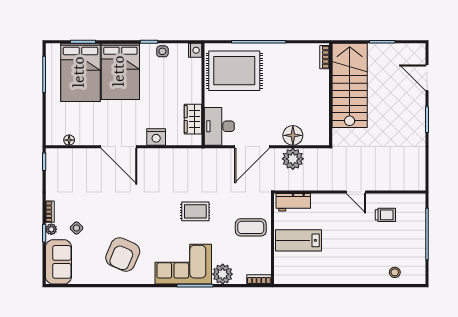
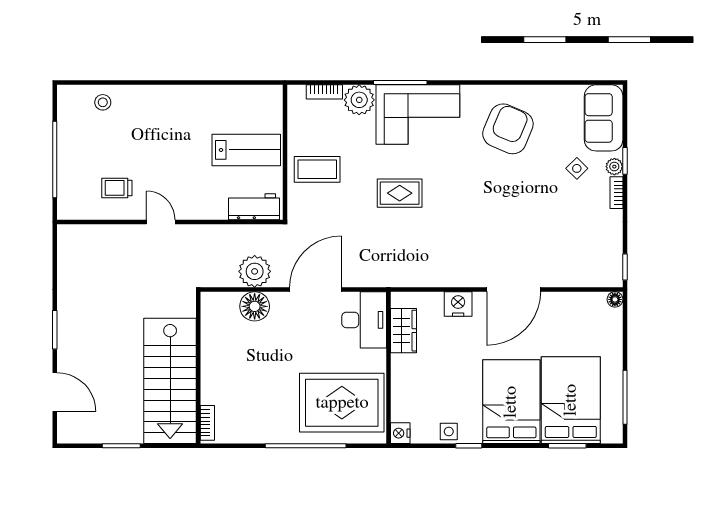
floor lamp: (69, 140) -> (615, 299), moved
door: (119, 147) -> (514, 290), swing flipped
bookcase: (259, 279) -> (324, 92), moved

